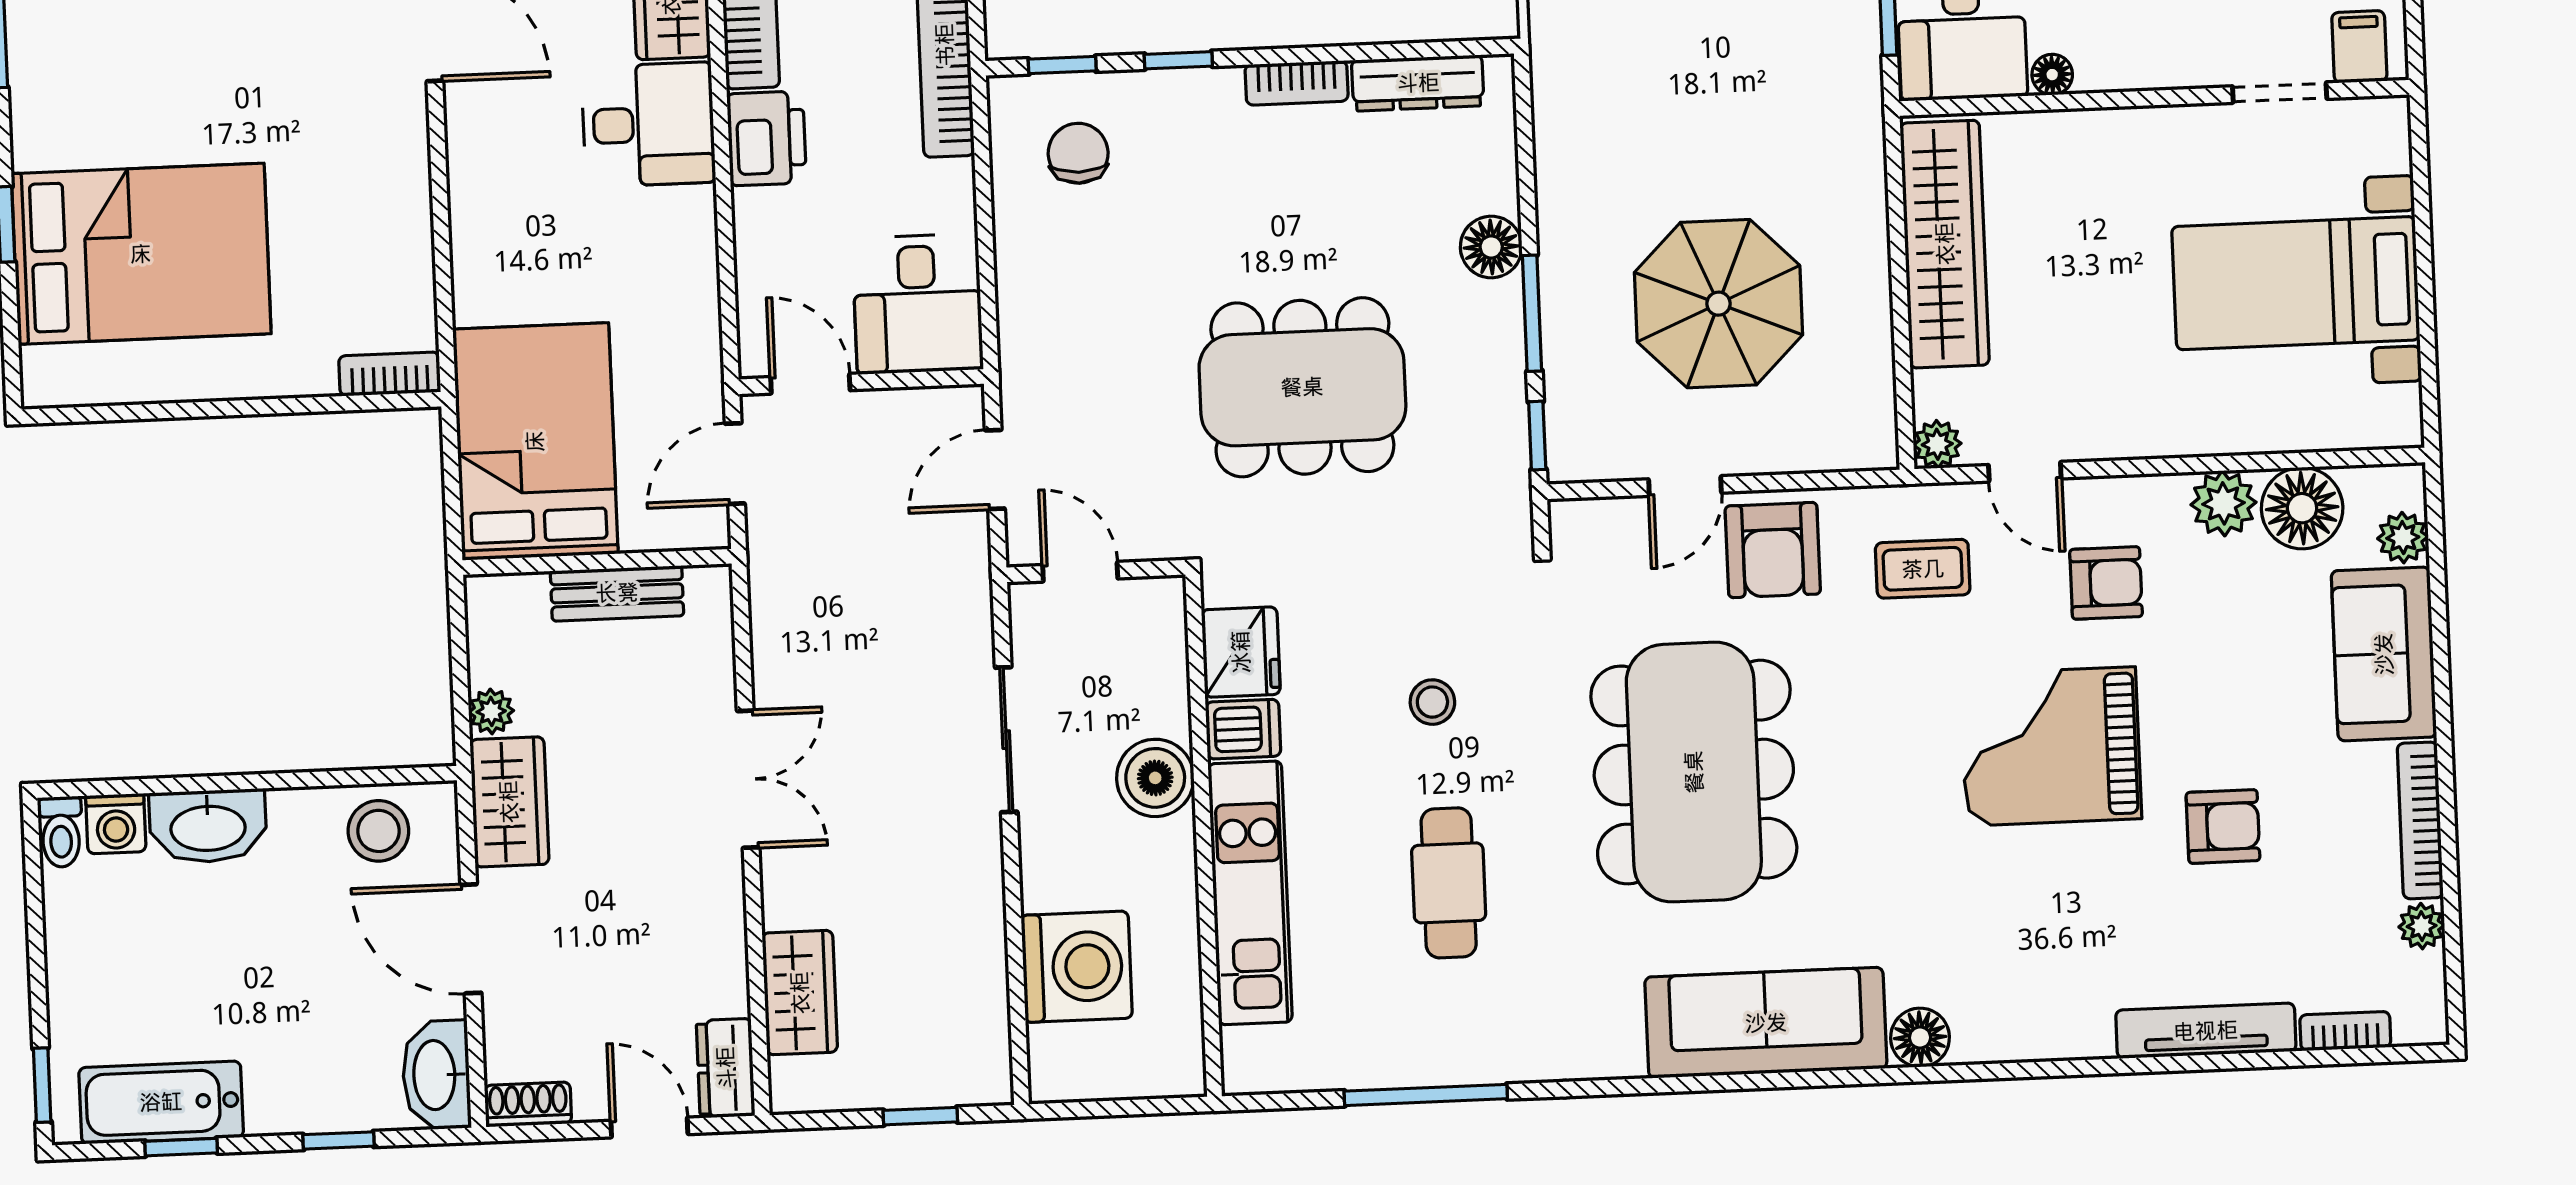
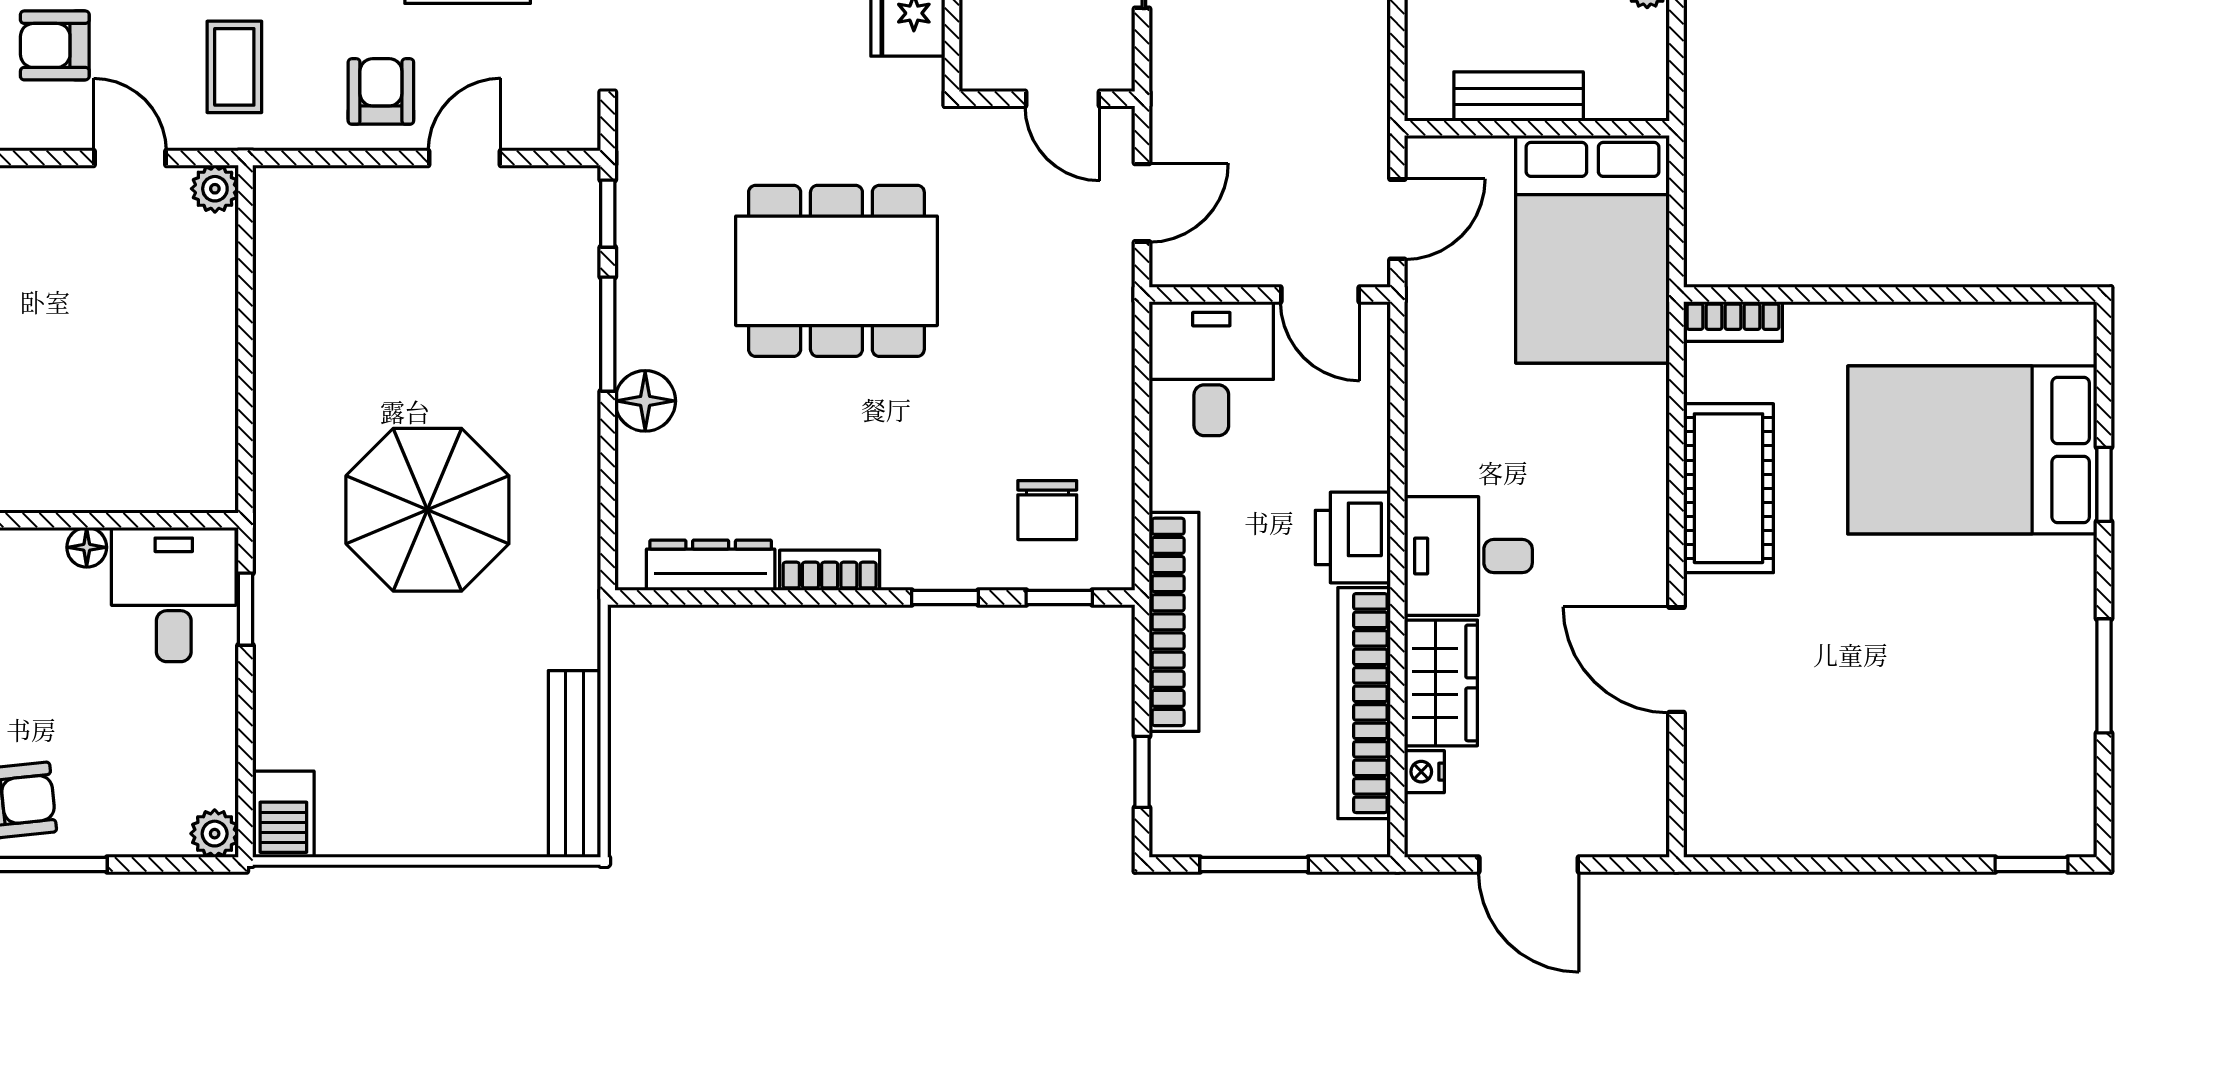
cot: (387, 204) -> (1728, 488), added
wardrobe: (1945, 244) -> (199, 385), removed
parasol: (1718, 304) -> (427, 510), moved
armchair: (1773, 550) -> (381, 91), width x0.72, depth x0.72
coffee table: (1923, 569) -> (234, 67), turned 90

